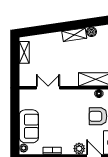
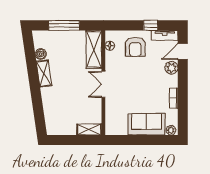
shelving: (24, 52) -> (89, 129), moved
double door: (48, 88) -> (103, 84), moved

